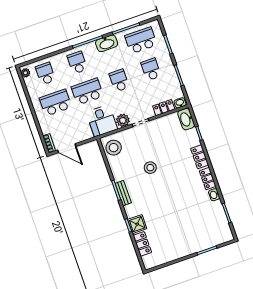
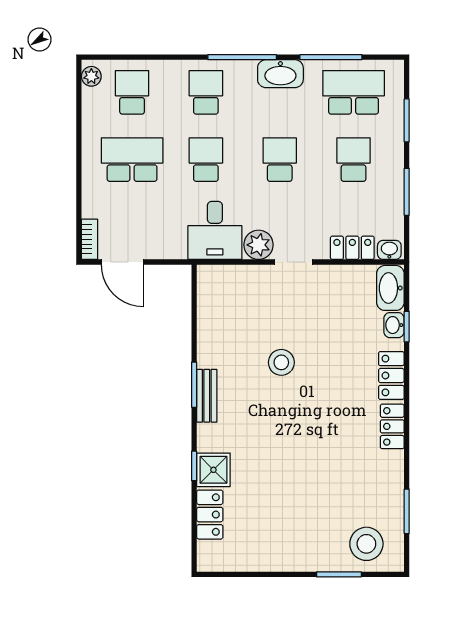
school desk: (87, 92) -> (206, 160), width x0.54
stool: (114, 148) -> (366, 544), moved
washbasin: (214, 195) -> (394, 325), moved

